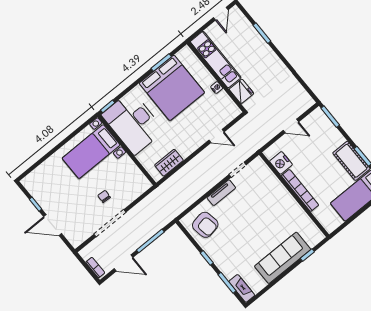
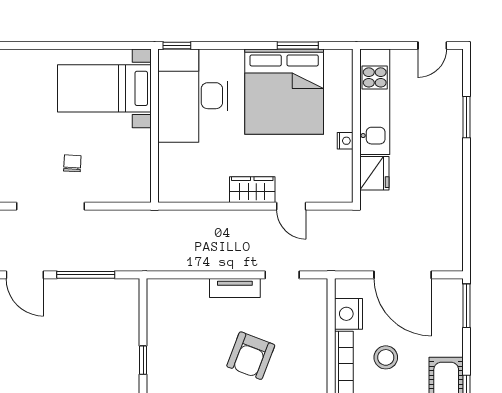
door: (291, 126) -> (403, 275), width x1.88
wardrobe: (169, 163) -> (252, 190), moved
stool: (313, 169) -> (386, 357), added
armchair: (205, 225) -> (251, 356), moved, turned 31

